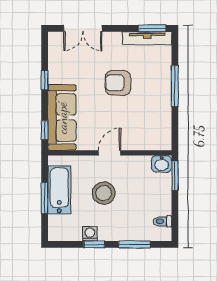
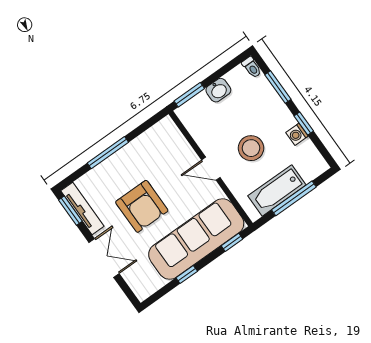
double door: (83, 28) -> (104, 258), moved
armchair: (118, 83) -> (142, 206), width x1.36, depth x1.36
sofa: (62, 118) -> (196, 239), width x1.36, depth x1.27
washbasin: (162, 164) -> (218, 90), moved, turned 90
window: (45, 198) -> (294, 198), width x1.44
toilet: (162, 221) -> (252, 67), moved

